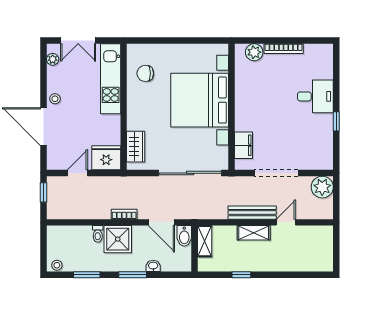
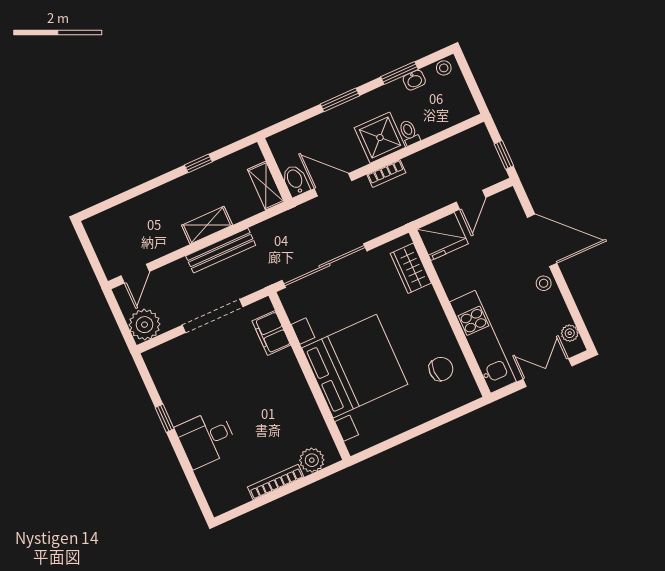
door: (286, 222) -> (135, 274), moved
washbasin: (153, 266) -> (414, 80), moved

